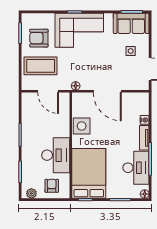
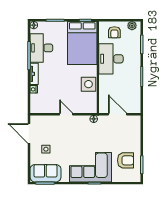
coffee table: (41, 66) -> (124, 136), removed
door: (107, 91) -> (66, 114), width x0.53

